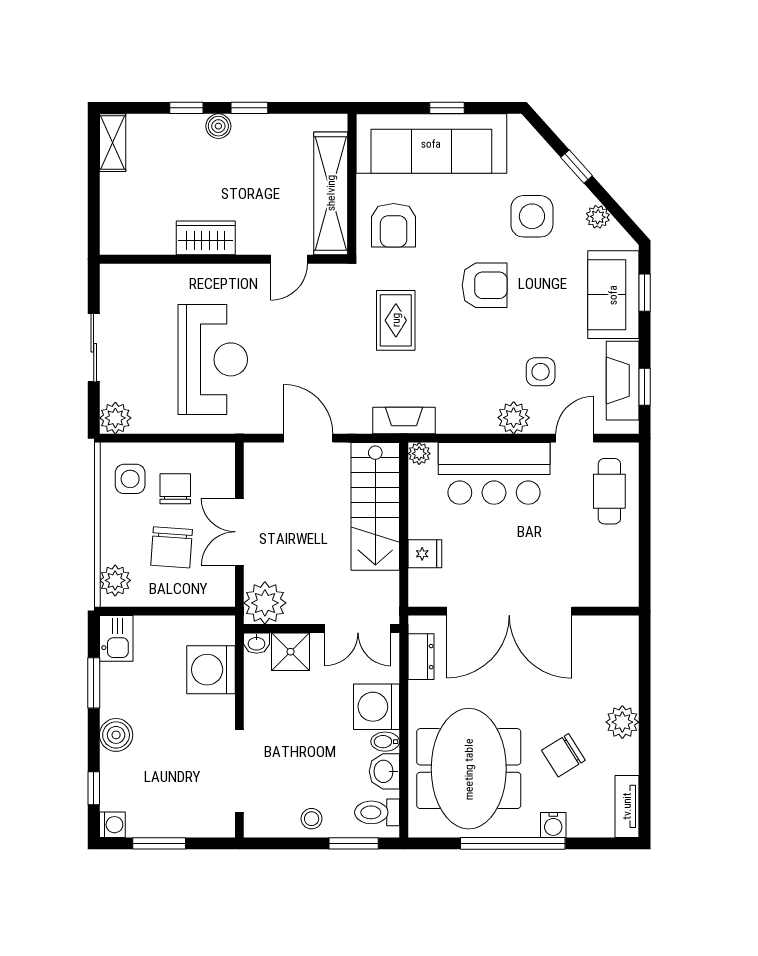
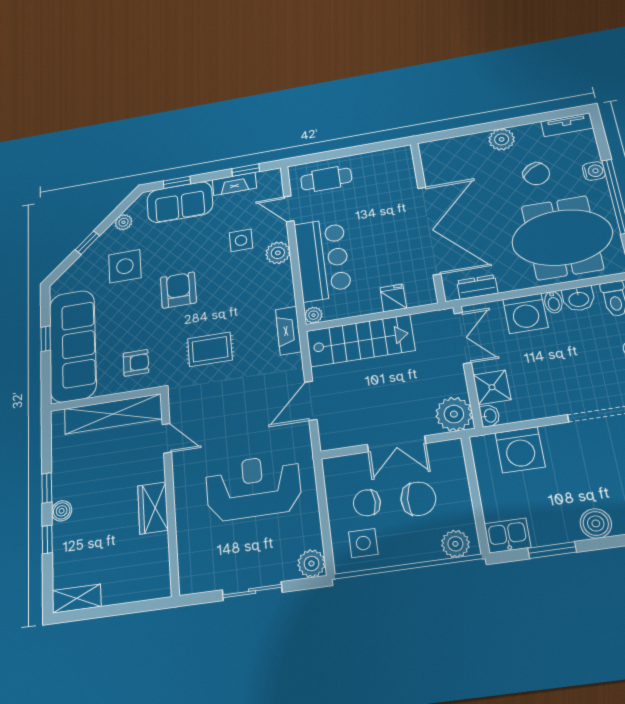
armchair: (394, 225) -> (136, 363), width x0.72, depth x0.72
fireplace: (623, 381) -> (234, 184), width x0.73, depth x0.76

